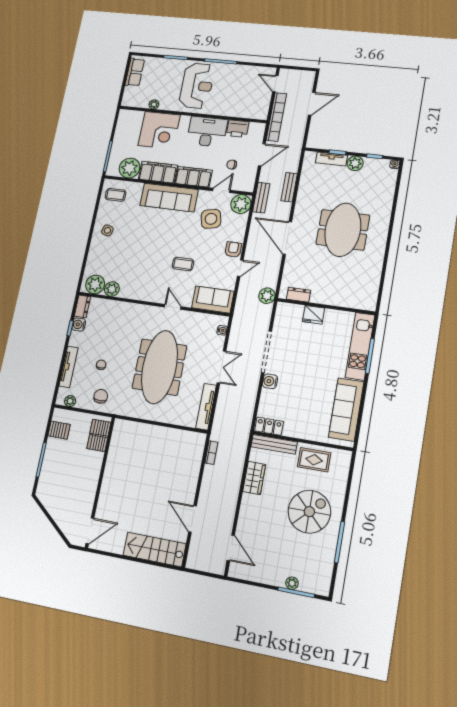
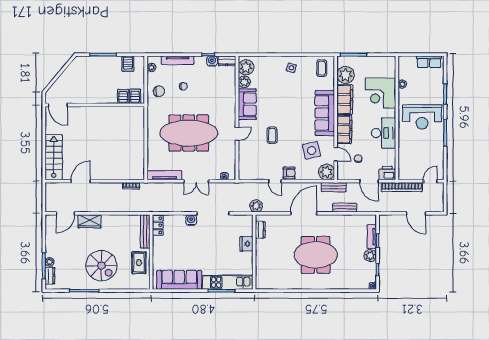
printer: (238, 129) -> (387, 173), moved, turned 90
sofa: (213, 300) -> (247, 104), moved
wardrobe: (254, 478) -> (90, 221), moved
dresser: (311, 586) -> (50, 276), added

